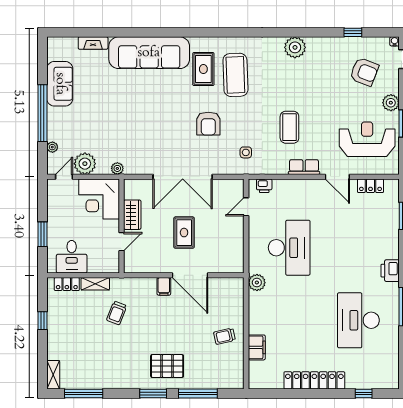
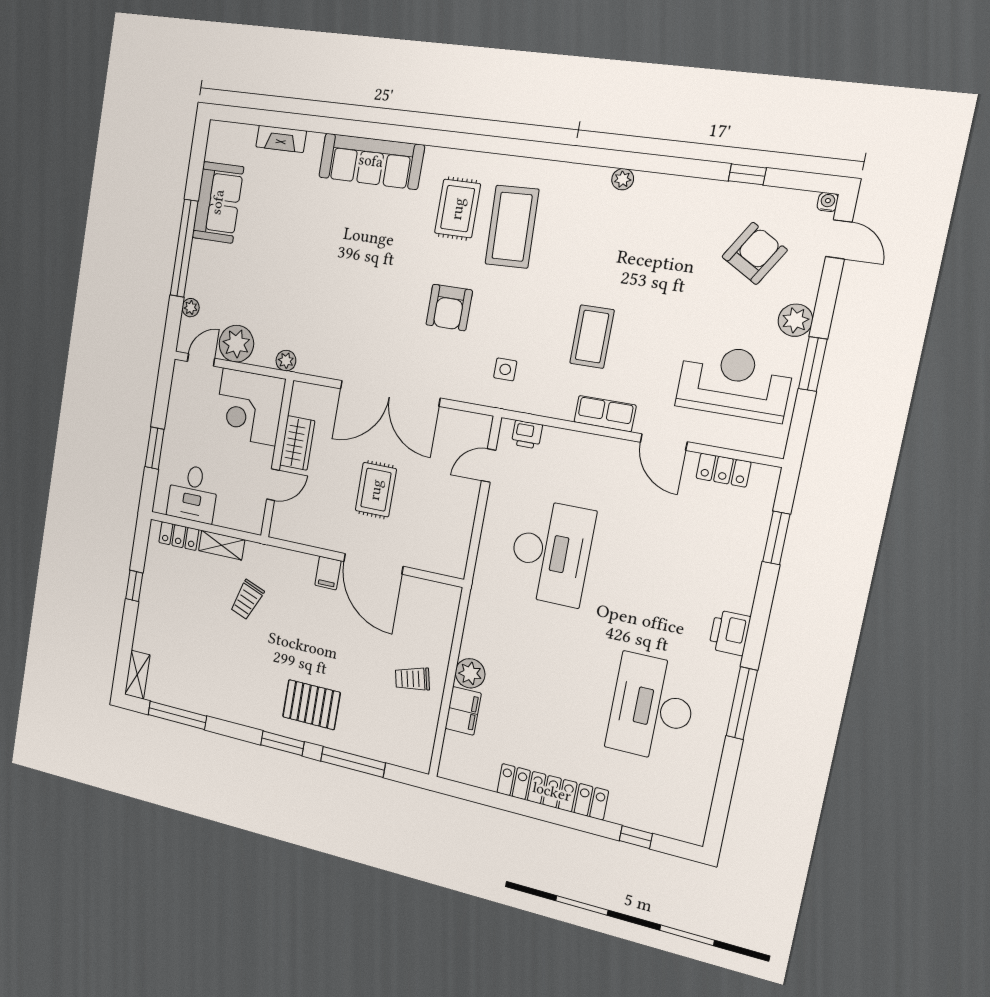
plant: (295, 47) -> (623, 179), width x0.53, depth x0.53
sofa: (149, 53) -> (371, 161), width x0.74, depth x0.79
armchair: (364, 72) -> (755, 253), turned -80
plant: (257, 283) -> (470, 673), moved

